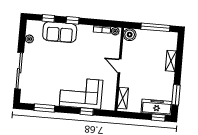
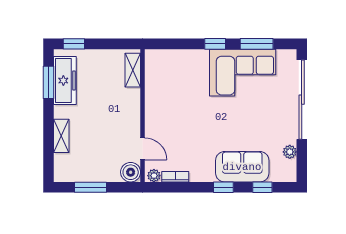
window: (155, 27) -> (90, 187), width x0.69
door: (119, 66) -> (143, 149), moved
sliding door: (19, 71) -> (302, 100), width x1.36
corner sofa: (81, 93) -> (243, 73), moved
freezer: (157, 107) -> (65, 81), moved, turned -90
window: (87, 112) -> (215, 44), moved

